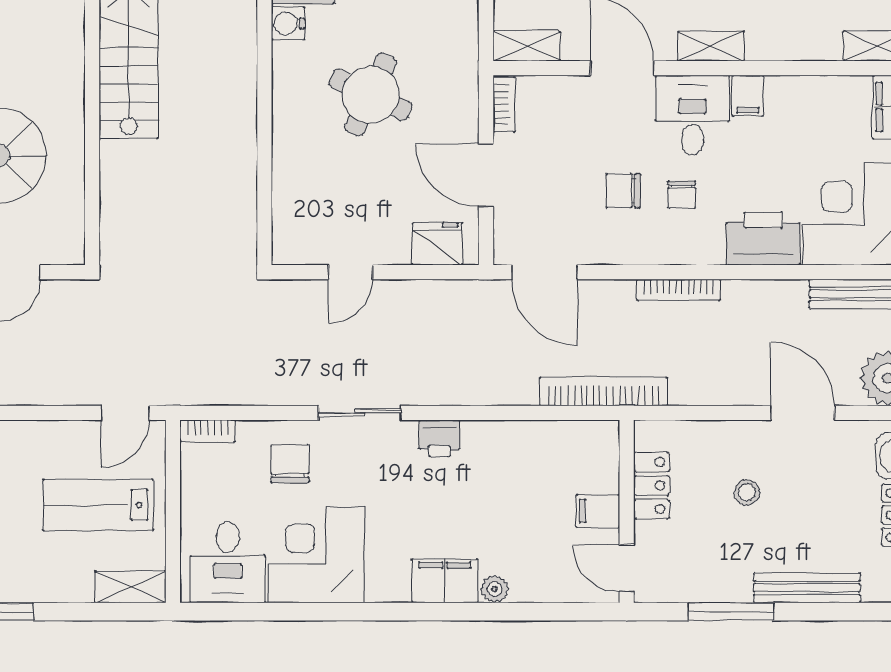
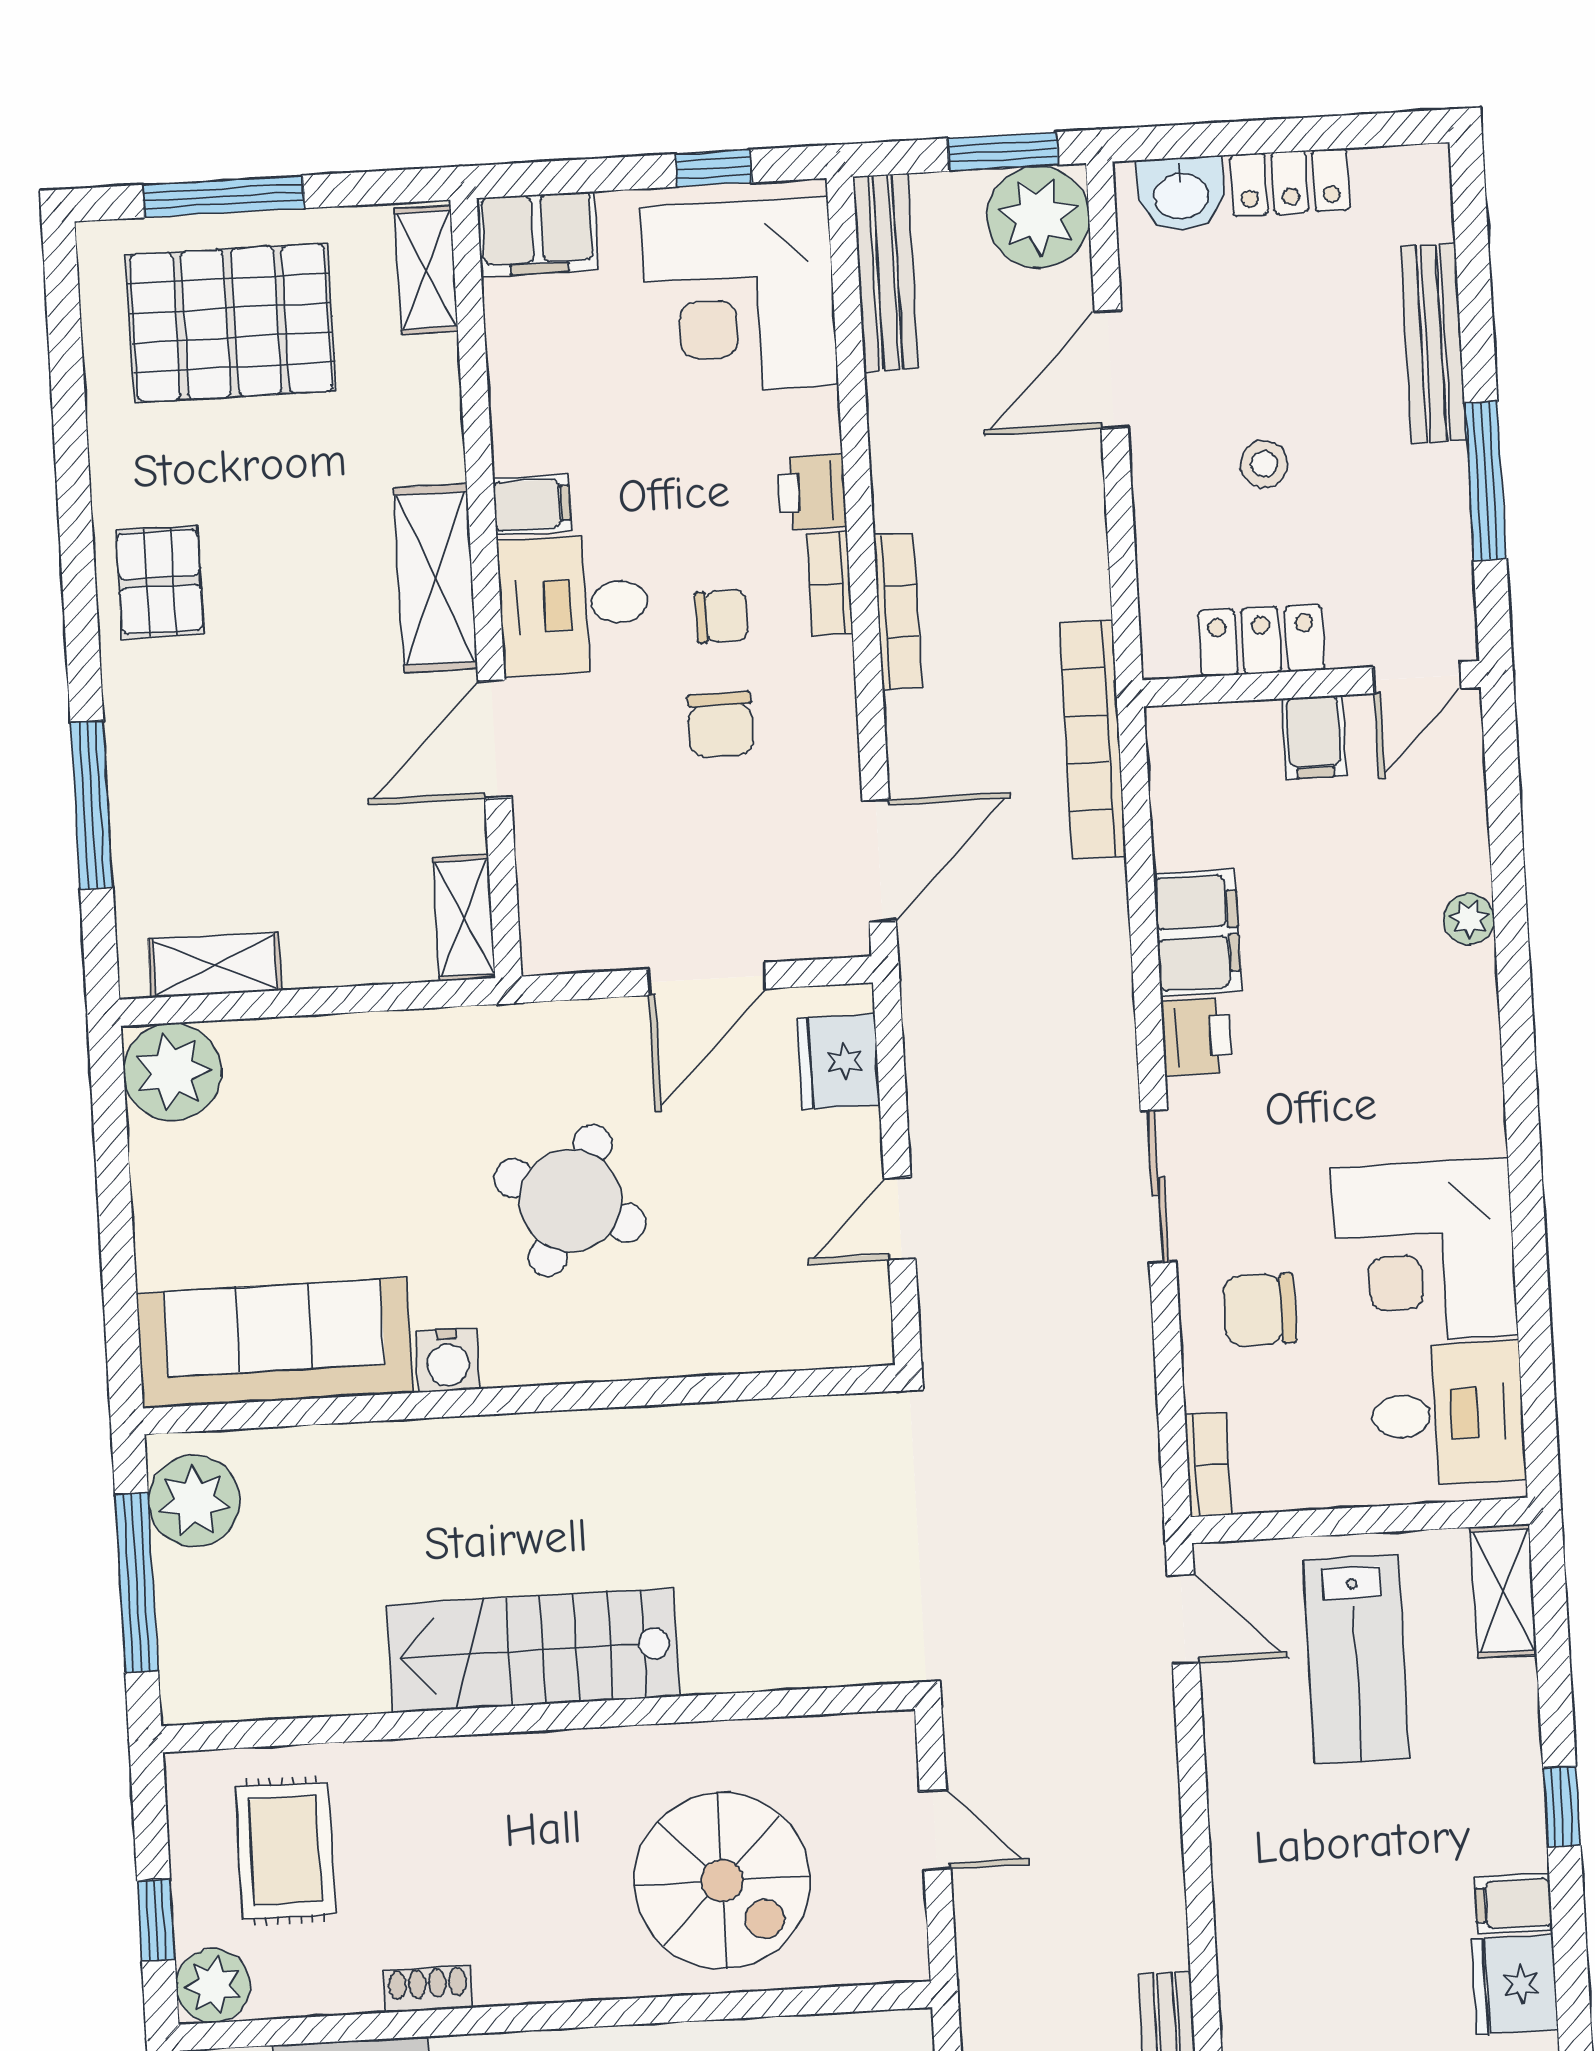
shelving: (711, 46) -> (435, 578), width x1.50, depth x1.33
bookcase: (504, 104) -> (830, 584), moved, turned -90
printer: (763, 239) -> (812, 492), width x0.53, depth x0.68
door: (351, 272) -> (900, 1218), swing flipped
filing cabinet: (445, 581) -> (1198, 933), moved, turned 180

